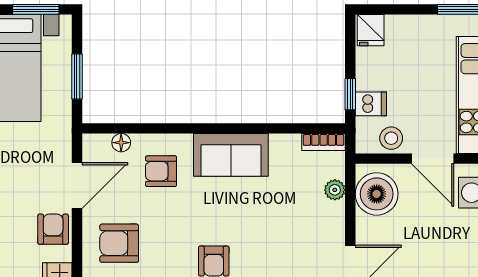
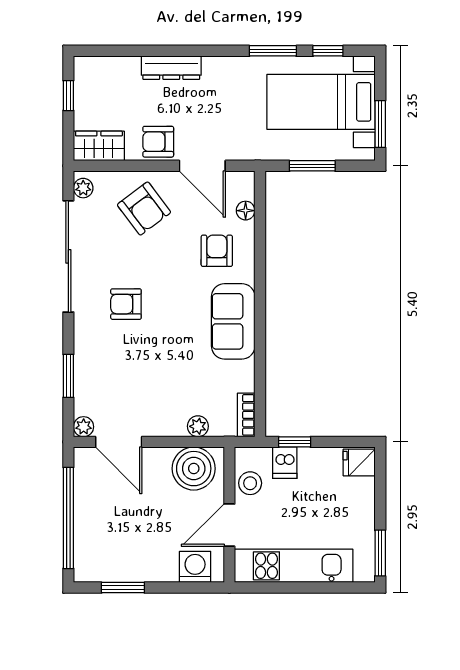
armchair: (53, 229) -> (158, 142), turned 180
armchair: (119, 243) -> (144, 208), turned 143

